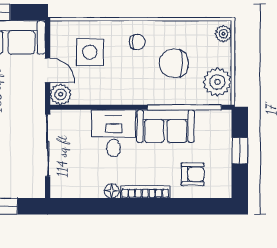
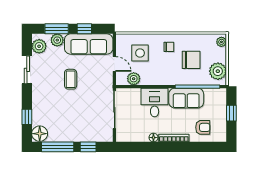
chair: (174, 63) -> (191, 60), turned 180
plant: (61, 94) -> (134, 79), moved

